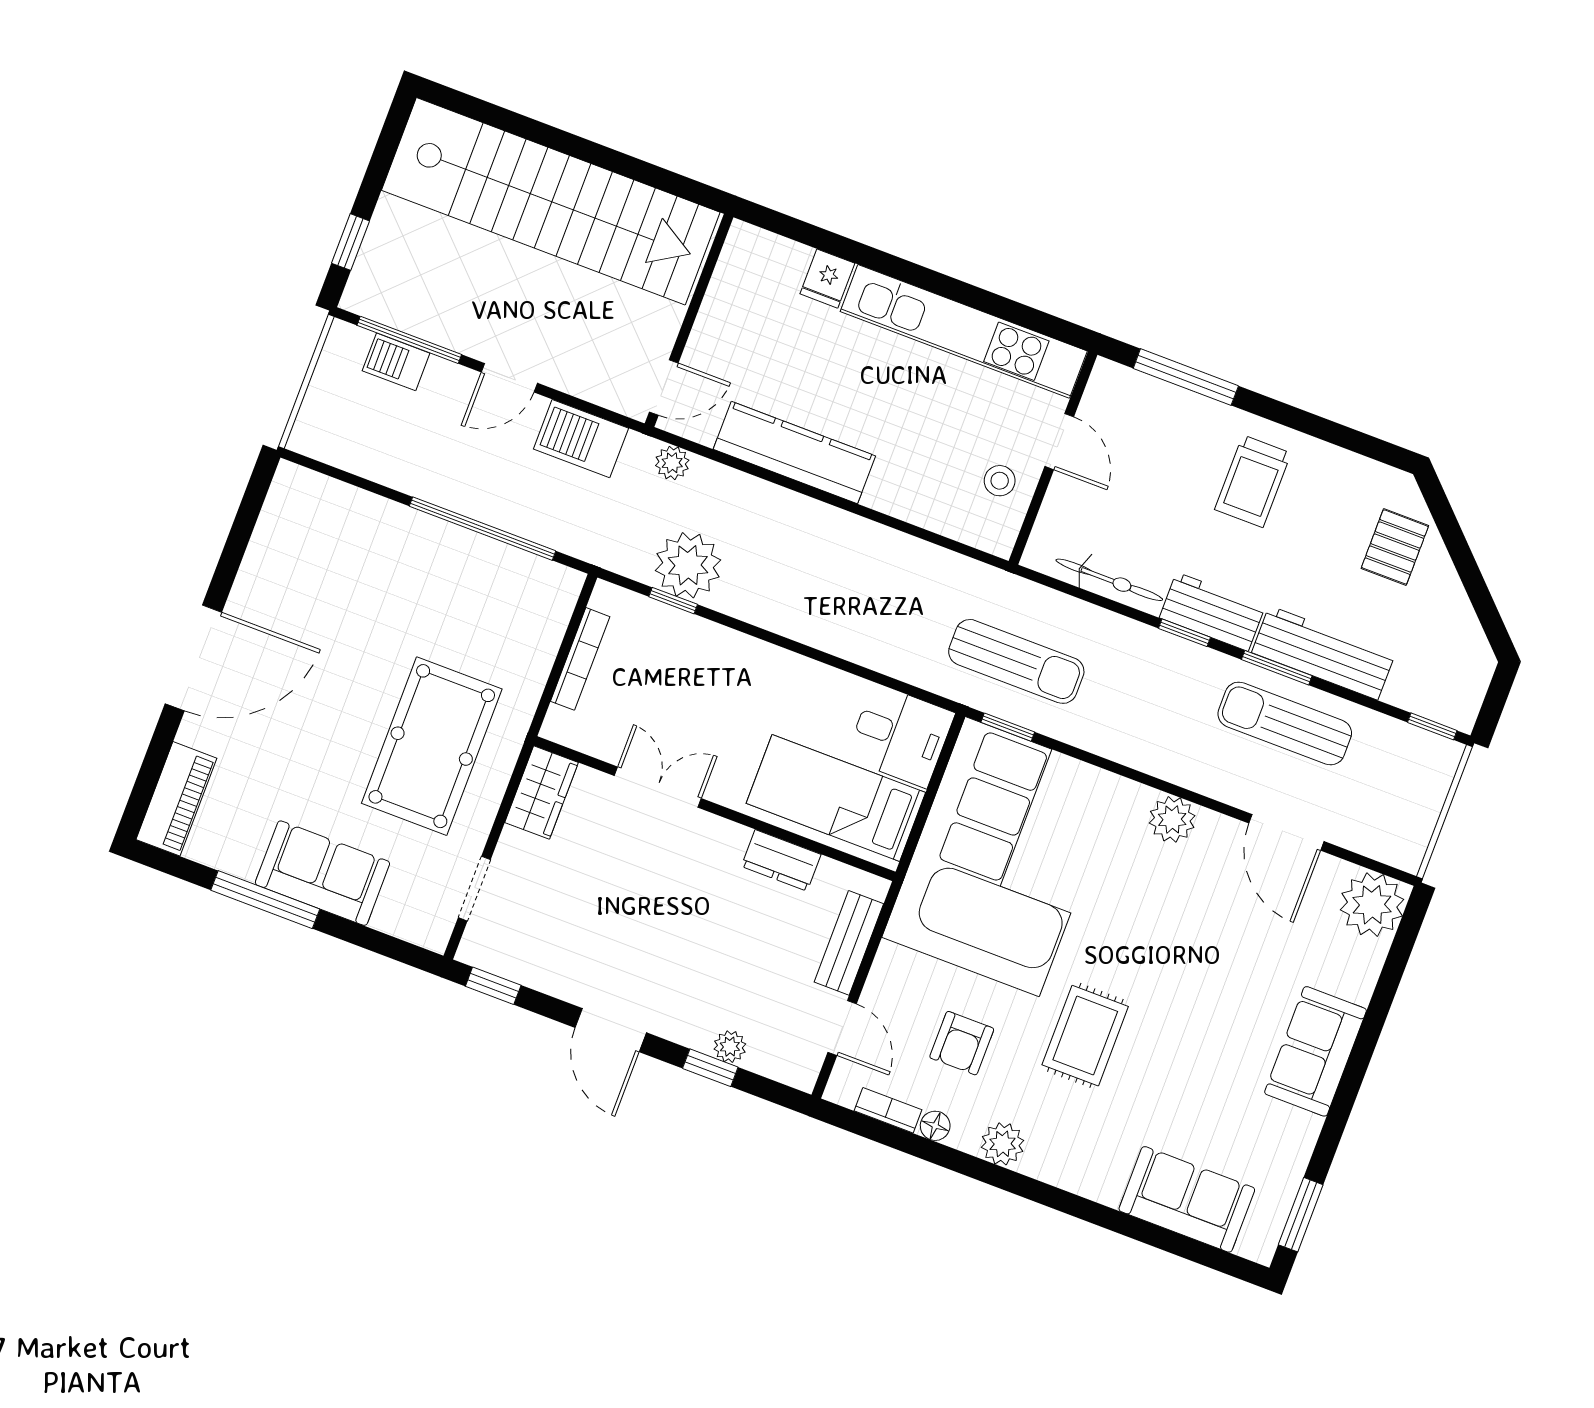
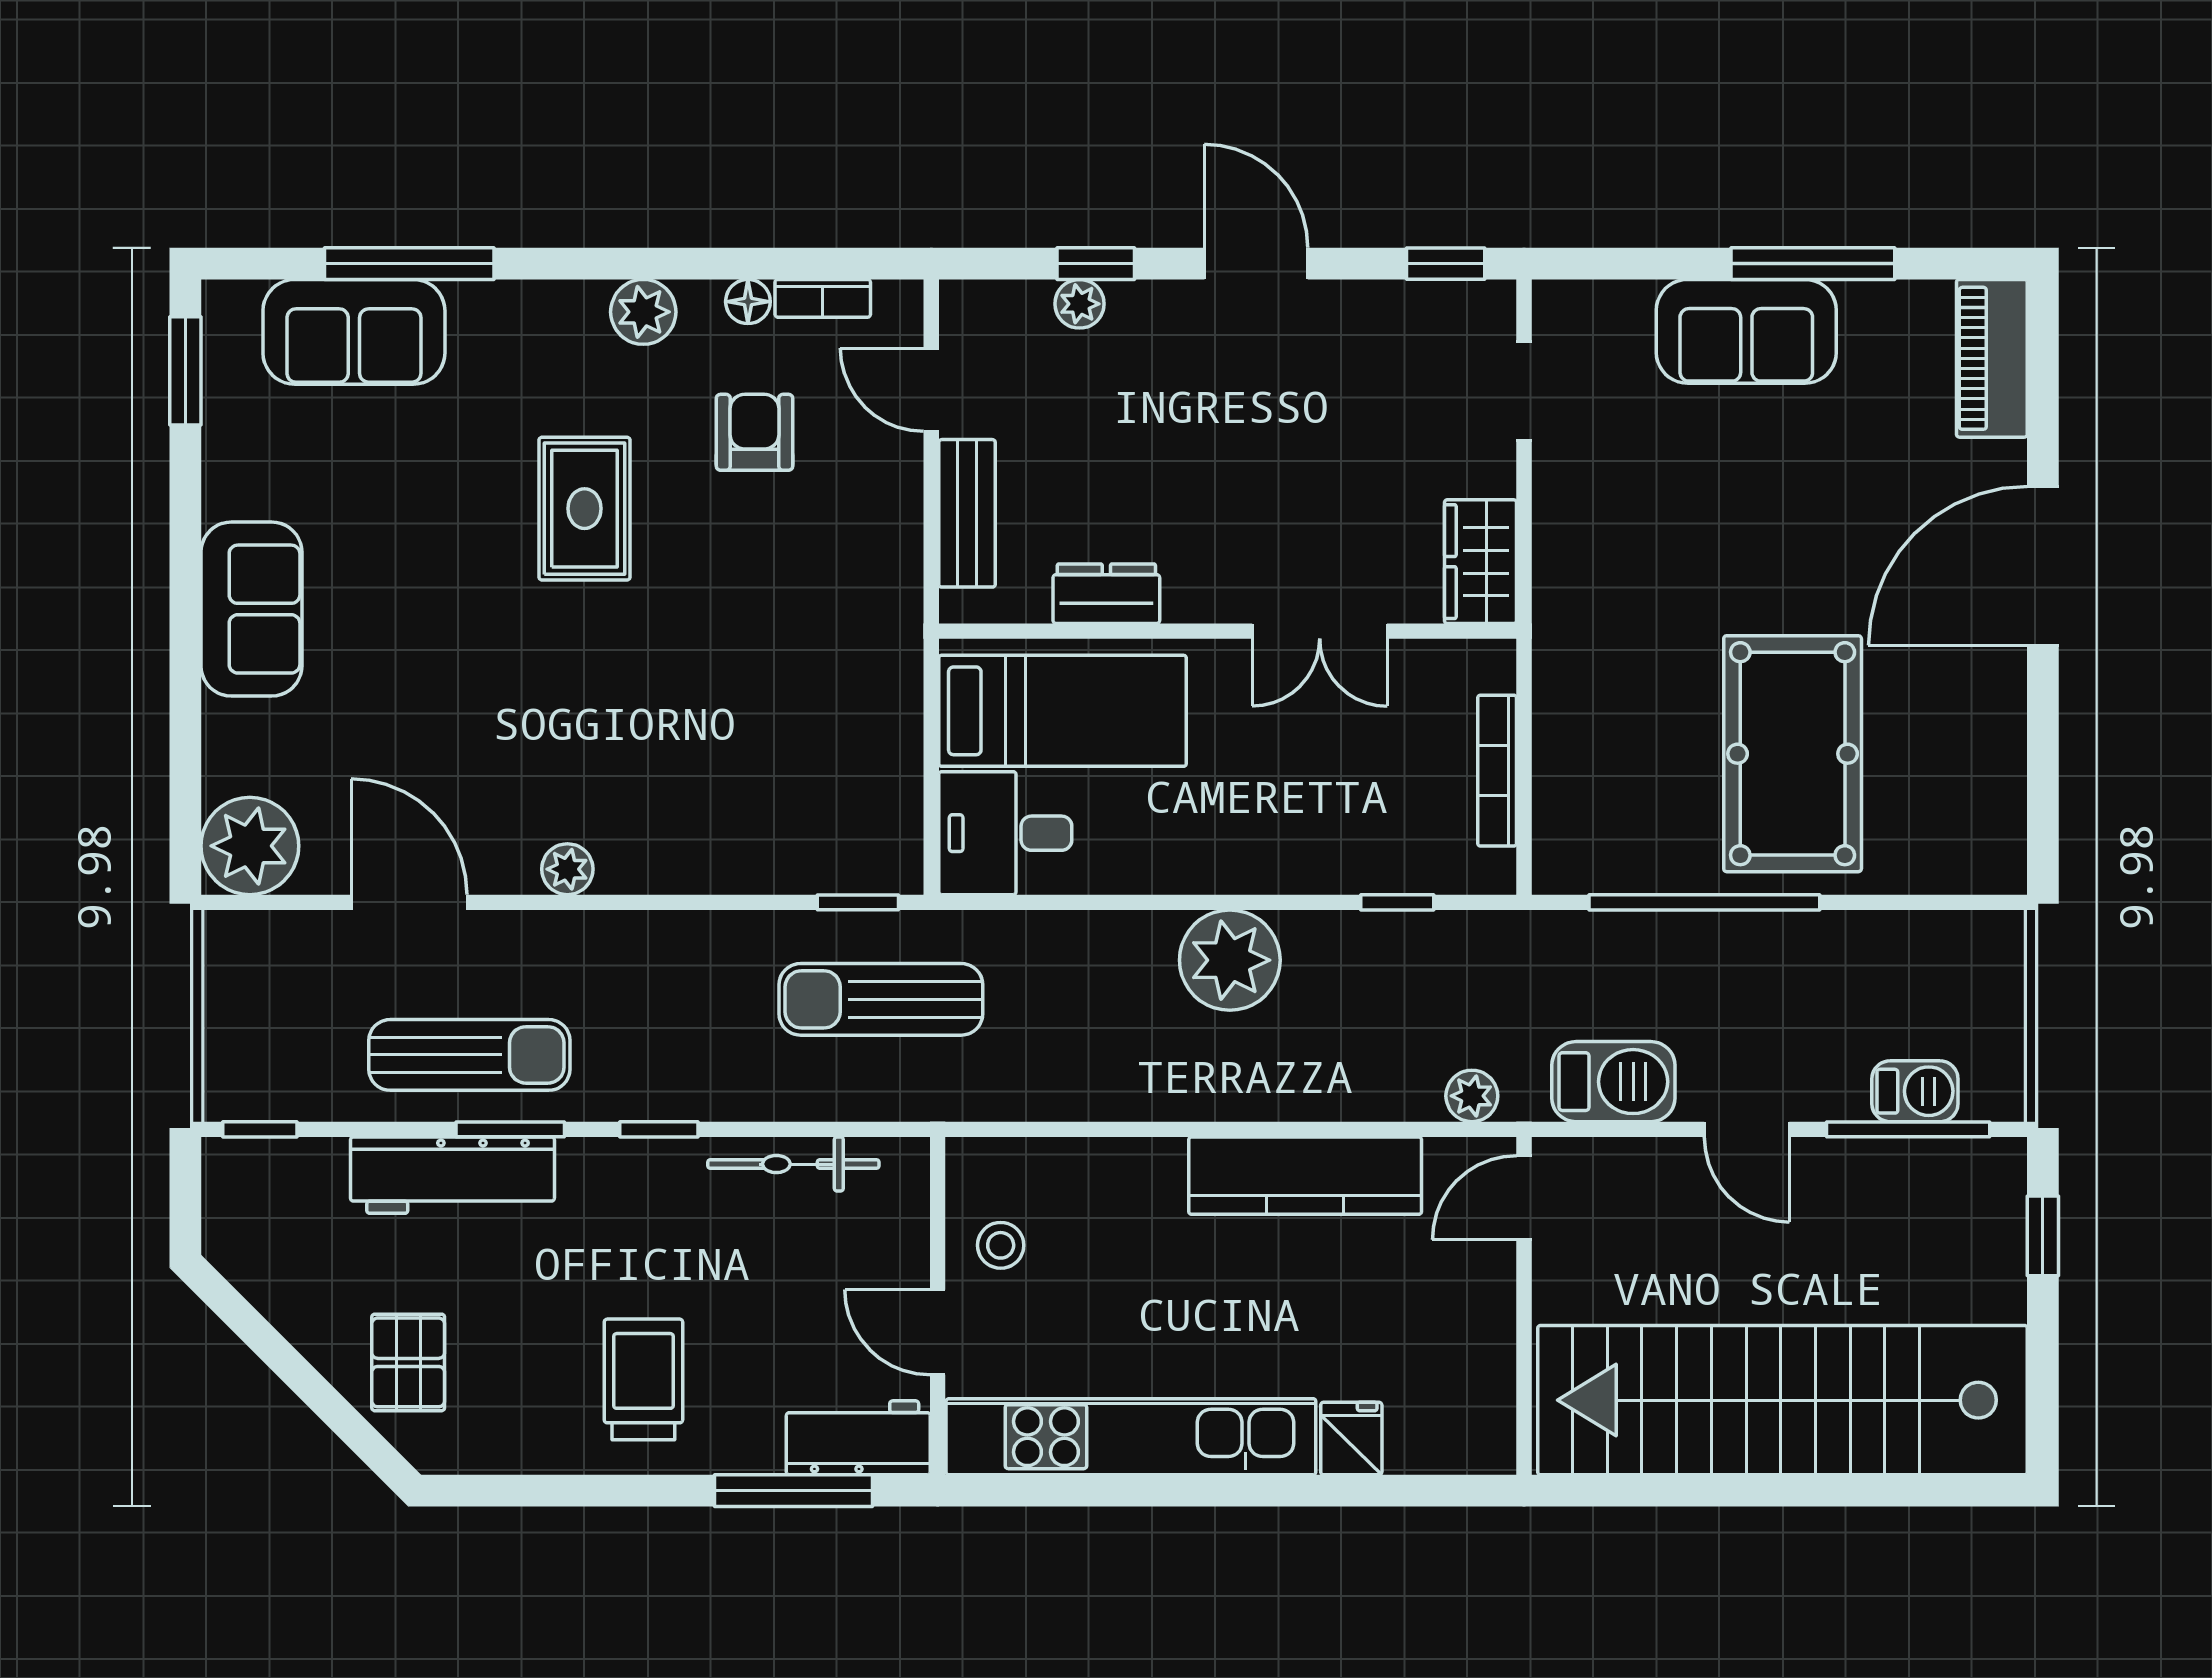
door: (509, 378) -> (1747, 1129), swing flipped
plant: (688, 565) -> (1230, 960), moved
workbench: (1212, 612) -> (858, 1438), moved, turned 180
pool table: (432, 746) -> (1793, 754), moved
plant: (1172, 819) -> (567, 869), width x0.73, depth x0.73
corner sofa: (1002, 857) -> (797, 717), removed
window: (1136, 1229) -> (409, 264), added

